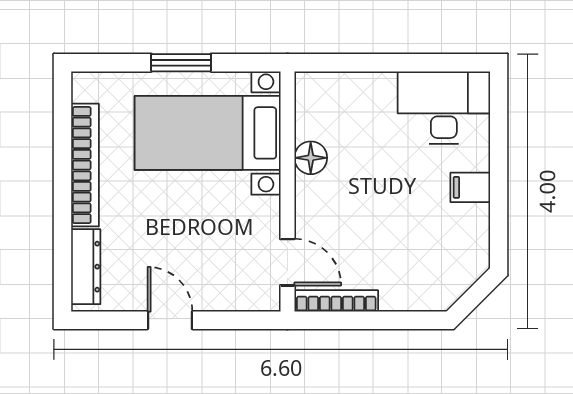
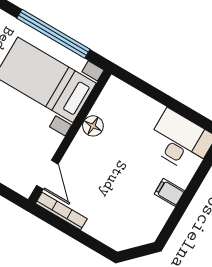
window: (181, 63) -> (53, 34), width x2.11

